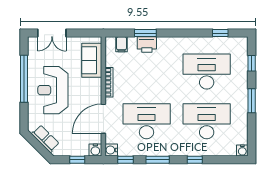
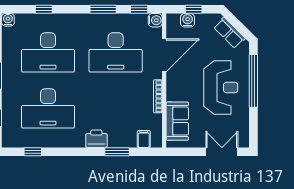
printer: (147, 45) -> (96, 139), moved
window: (24, 79) -> (253, 81), moved
water cooler: (95, 150) -> (188, 20), moved
window: (195, 160) -> (44, 9), moved

